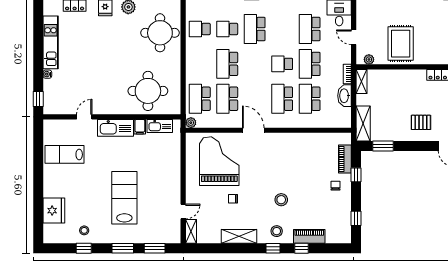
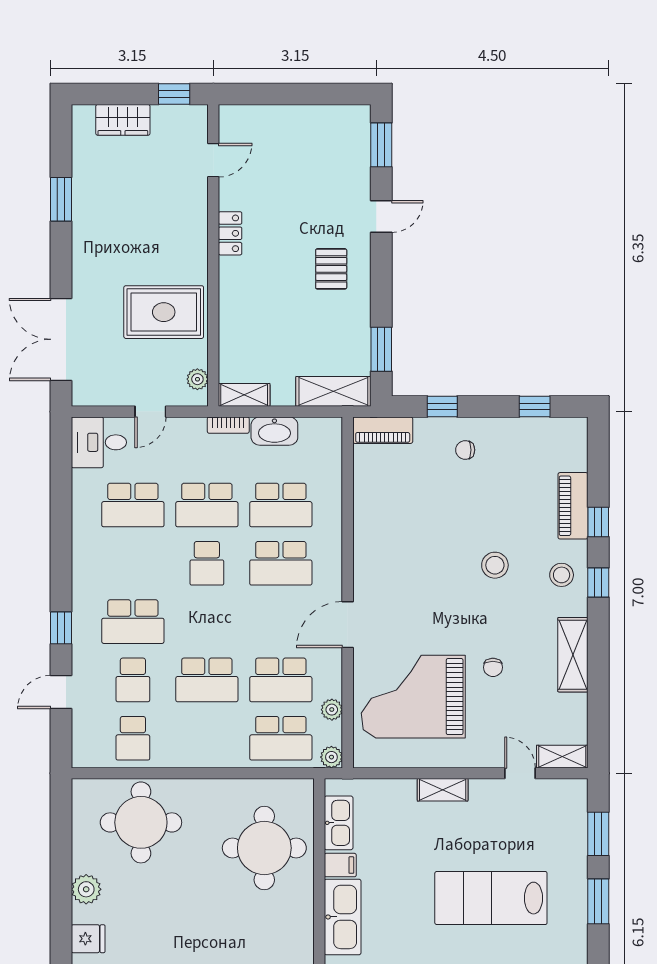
plant: (213, 123) -> (332, 710), added
piano: (345, 159) -> (383, 430), moved
shelving: (175, 175) -> (443, 790), added

